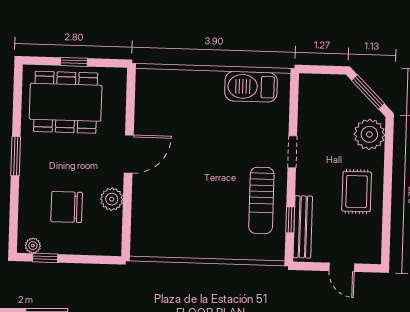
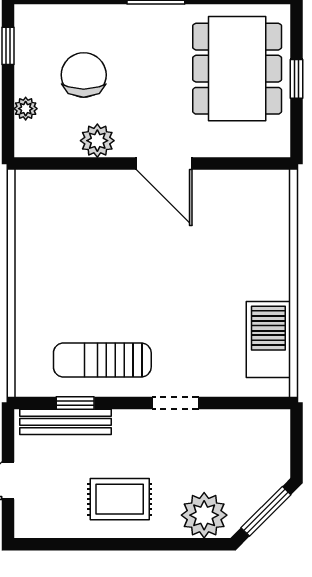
plant: (33, 246) -> (26, 109), moved

